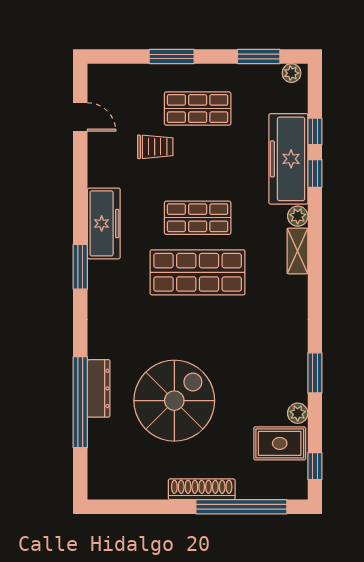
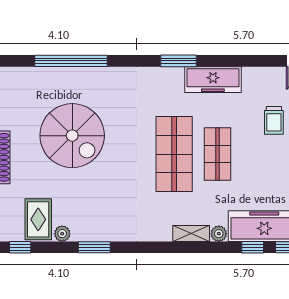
dresser: (99, 388) -> (82, 75), removed

